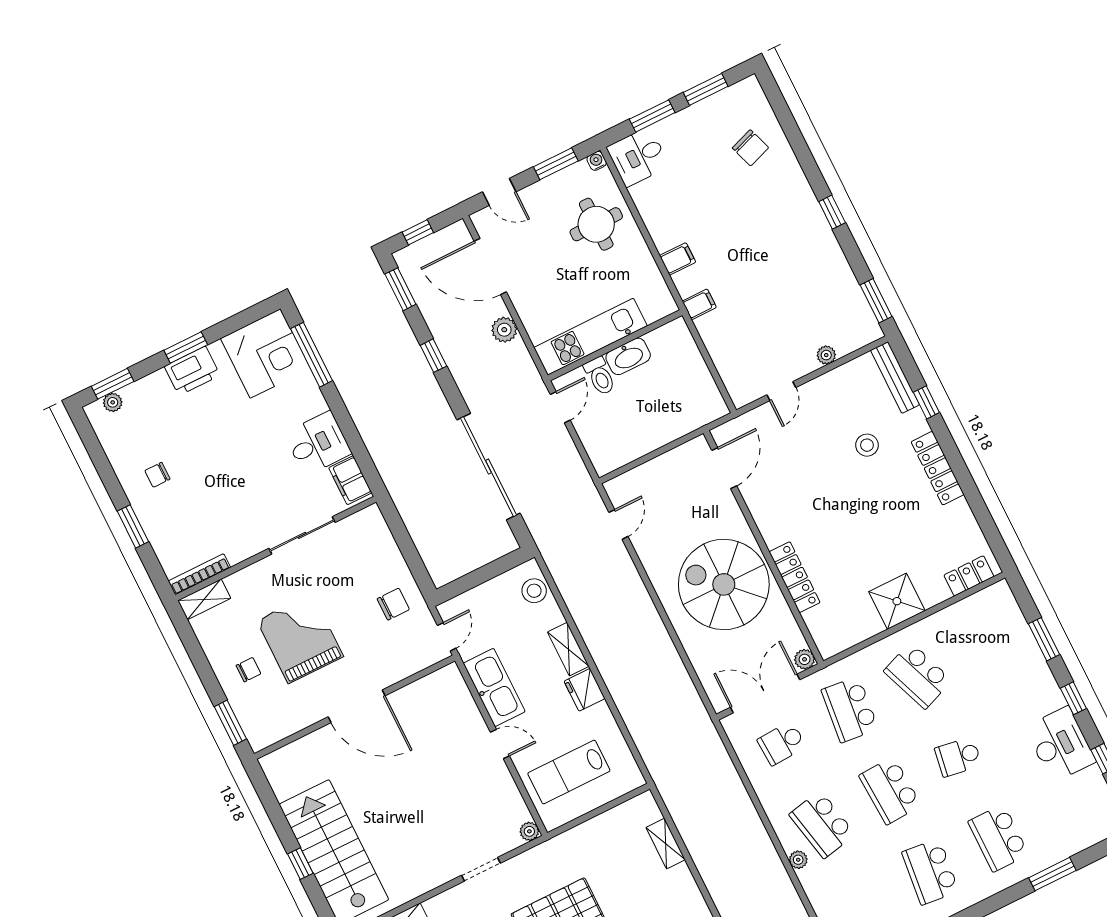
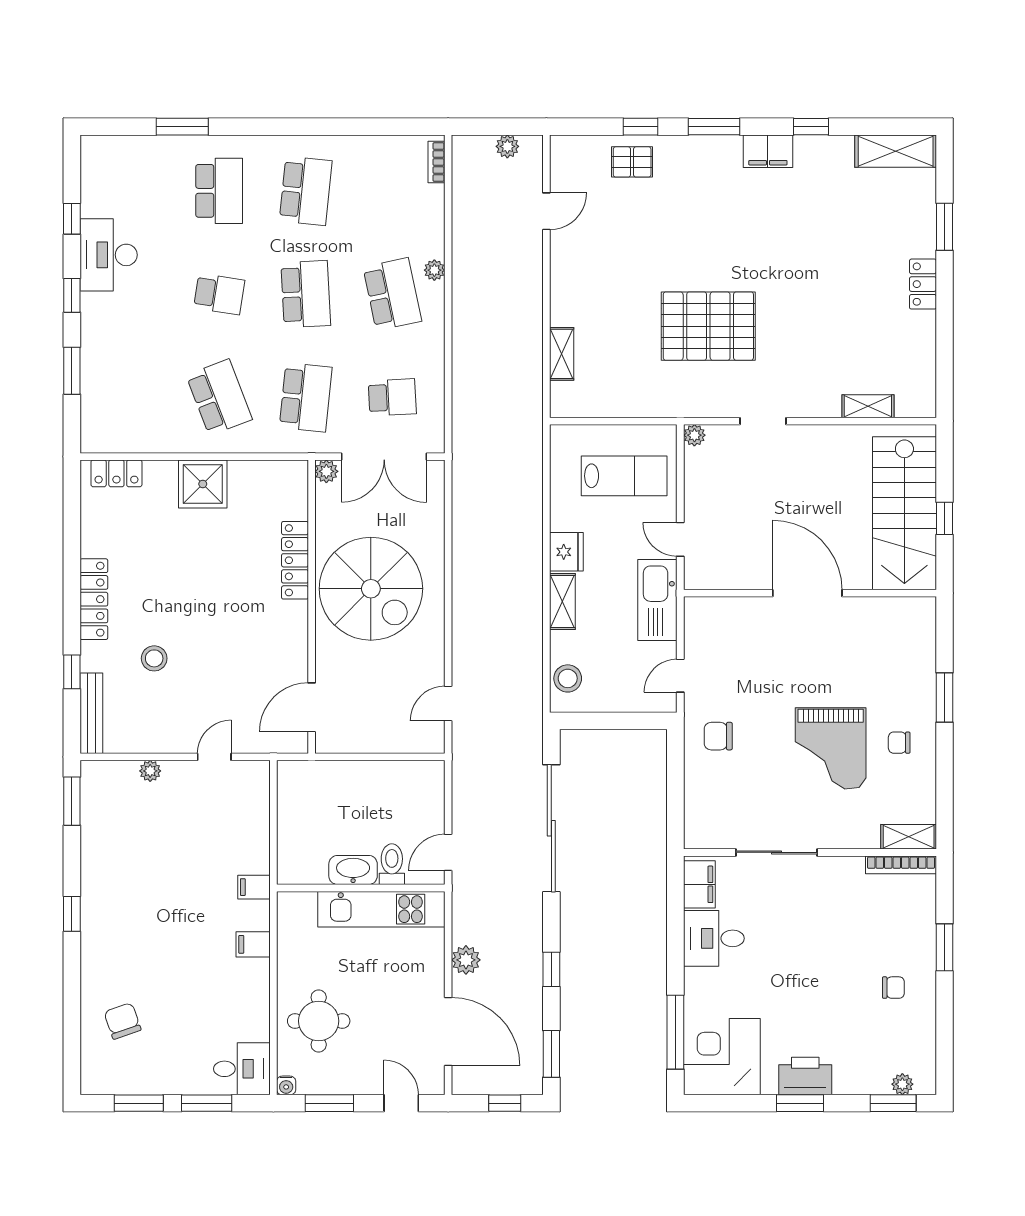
door: (357, 706) -> (807, 593), moved
wall: (355, 707) -> (810, 593), moved

